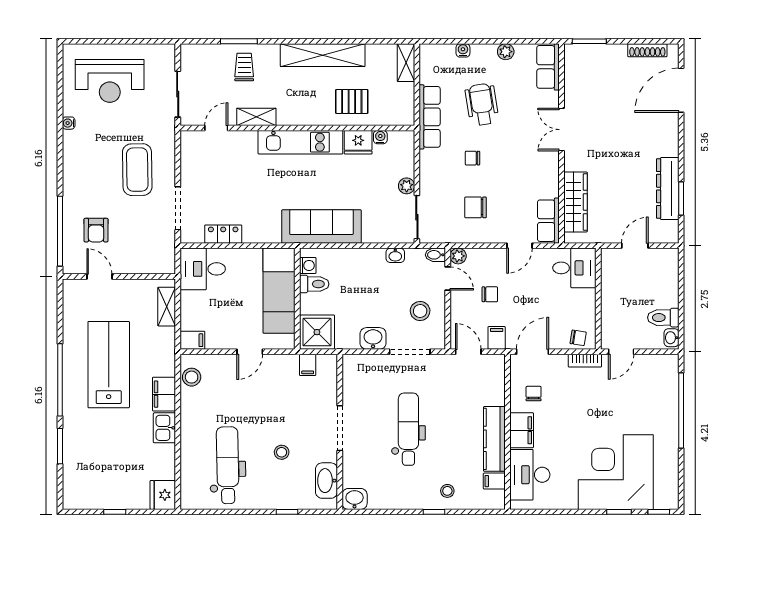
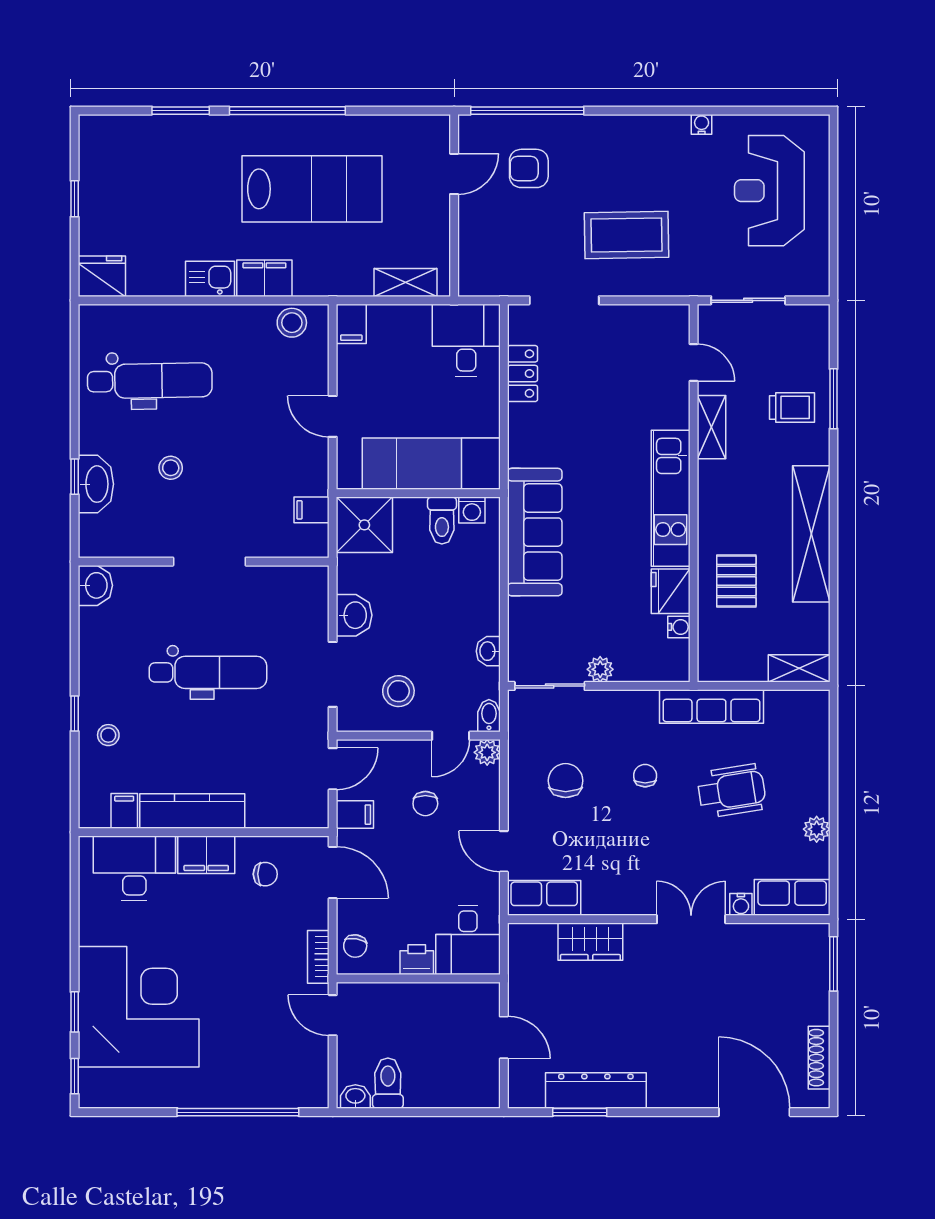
water cooler: (463, 50) -> (741, 904), moved, turned 90
wardrobe: (575, 202) -> (590, 942), width x0.67
printer: (587, 300) -> (417, 960), added
washbasin: (327, 481) -> (96, 484), moved, turned 90

